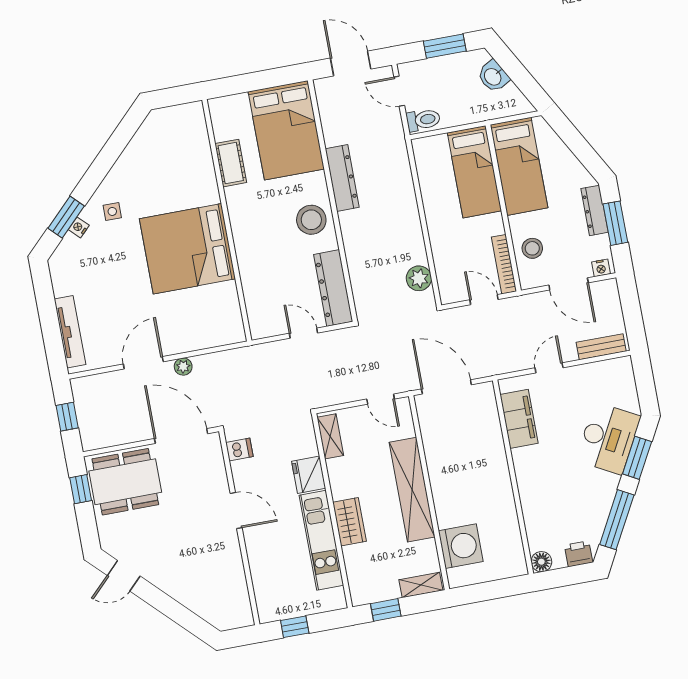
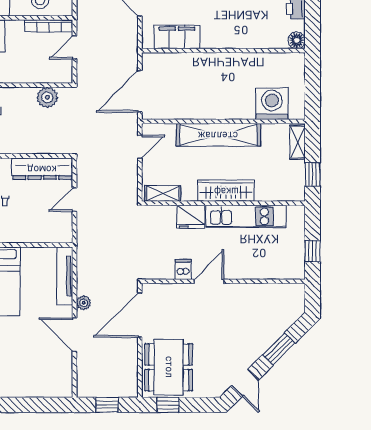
tv unit: (70, 332) -> (65, 276), moved, turned -90
dishwasher: (239, 450) -> (183, 269), moved
wardrobe: (350, 522) -> (226, 191), width x1.50
window: (171, 608) -> (279, 349), added

